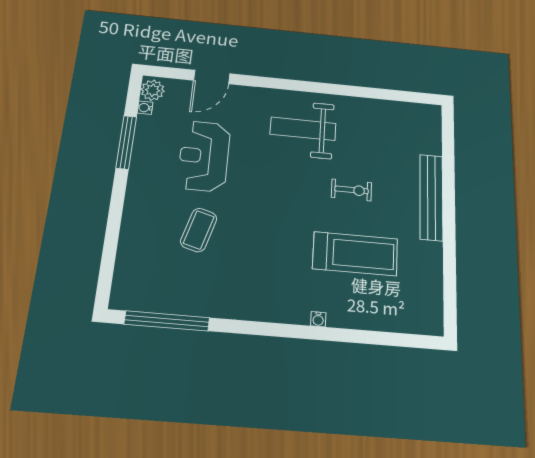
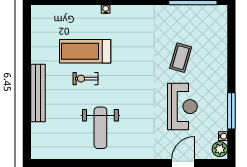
weight bench: (303, 129) -> (100, 128), moved, turned 90
exercise bike: (352, 190) -> (85, 79), moved

